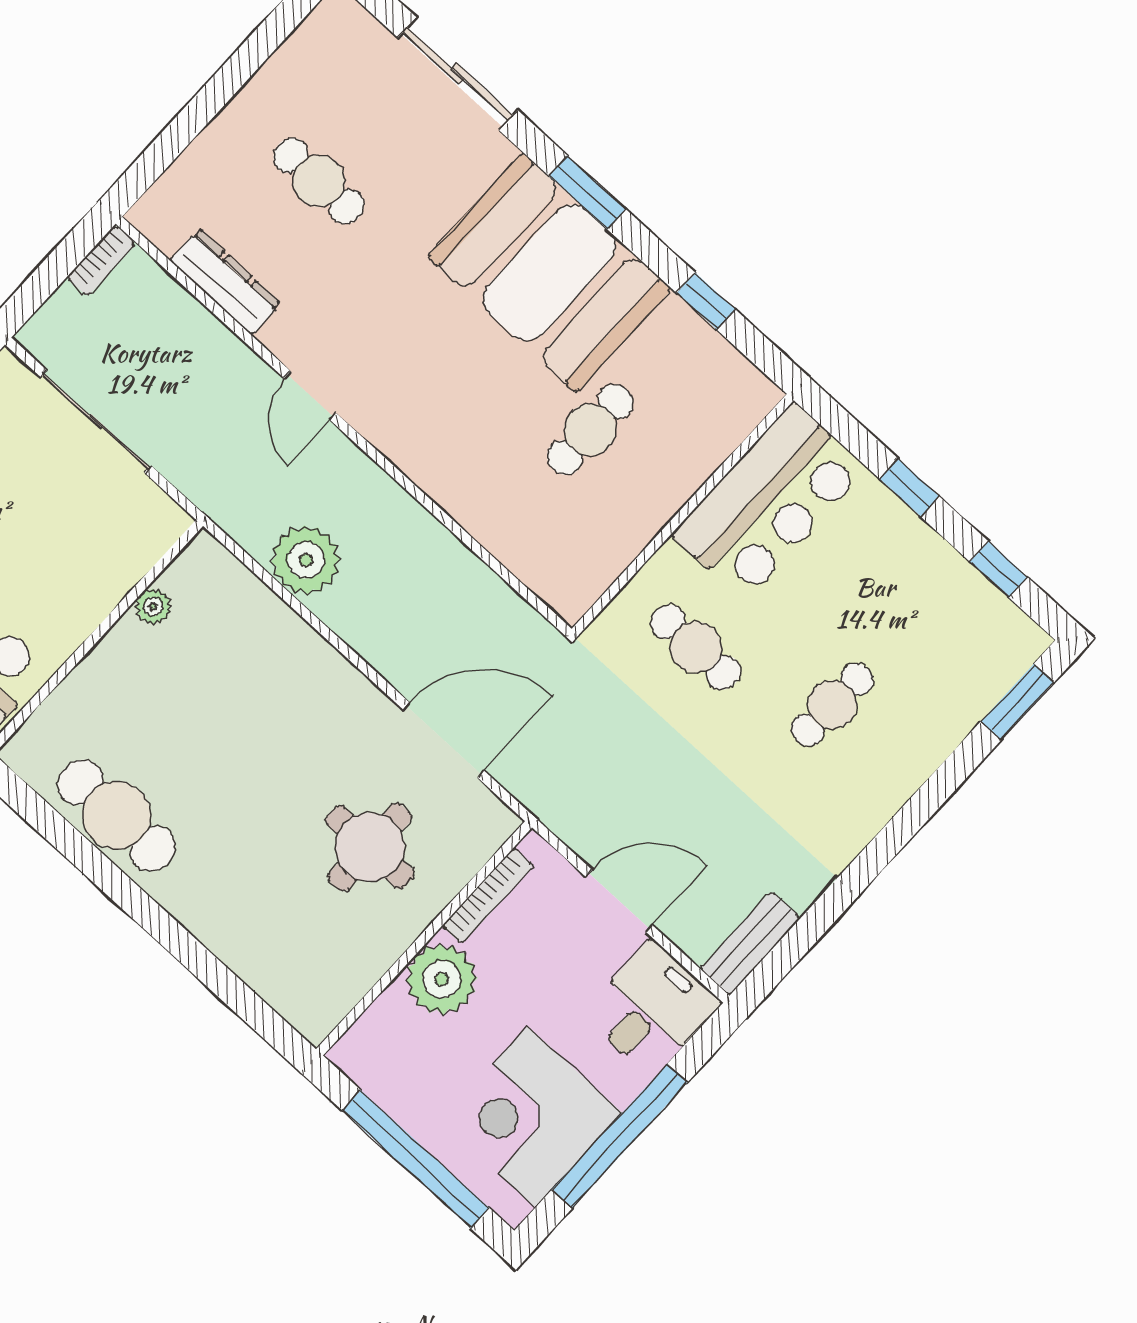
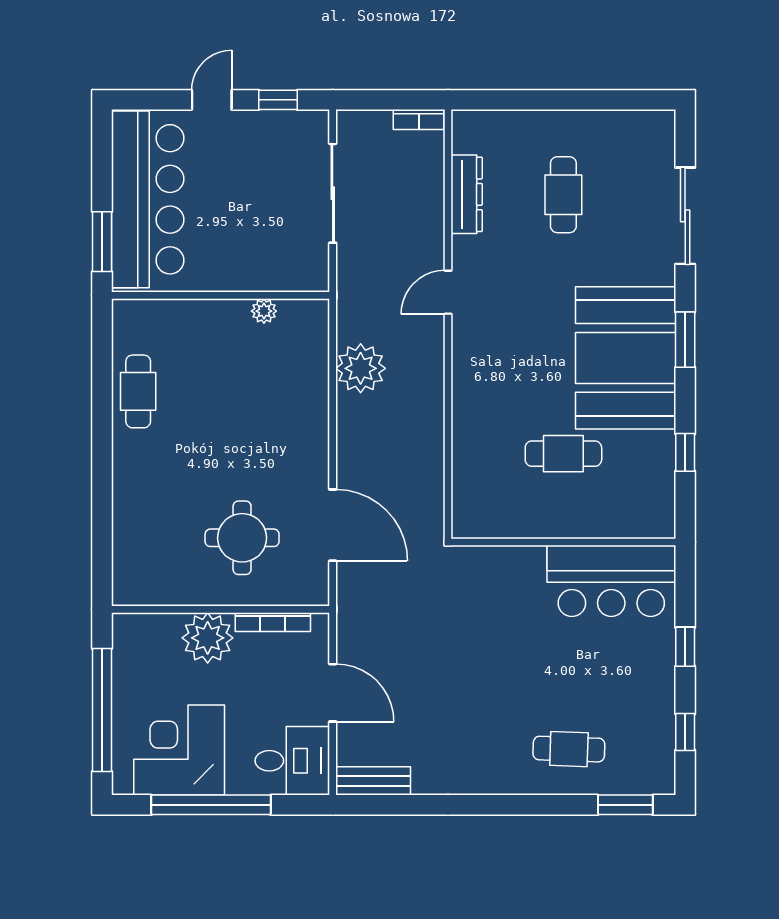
cafe table: (696, 647) -> (501, 612), removed
cafe table: (832, 705) -> (569, 749), moved
cafe table: (117, 815) -> (138, 391), width x0.73, depth x0.74

